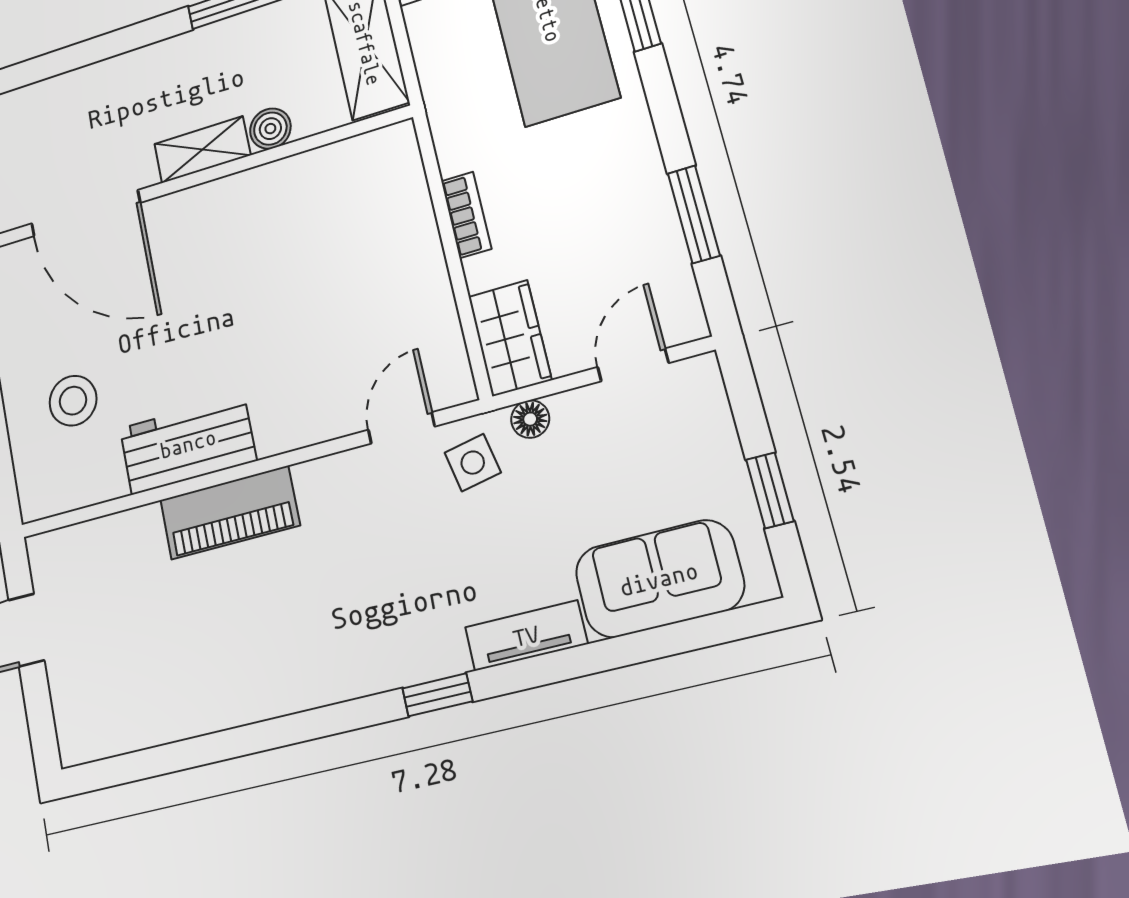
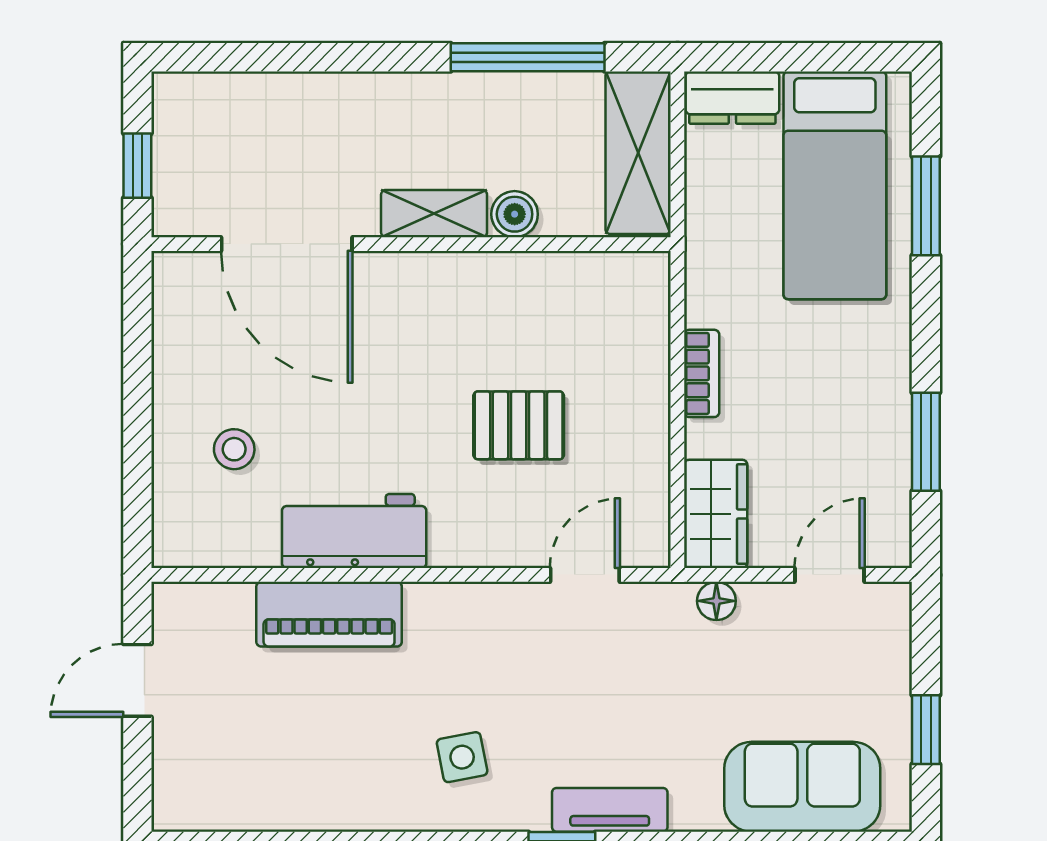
pallet: (312, 309) -> (519, 425), added
stool: (73, 401) -> (234, 449), width x0.73, depth x0.73
side table: (473, 463) -> (462, 757), moved
piano: (230, 513) -> (329, 614), moved
tv unit: (526, 636) -> (610, 810), moved

